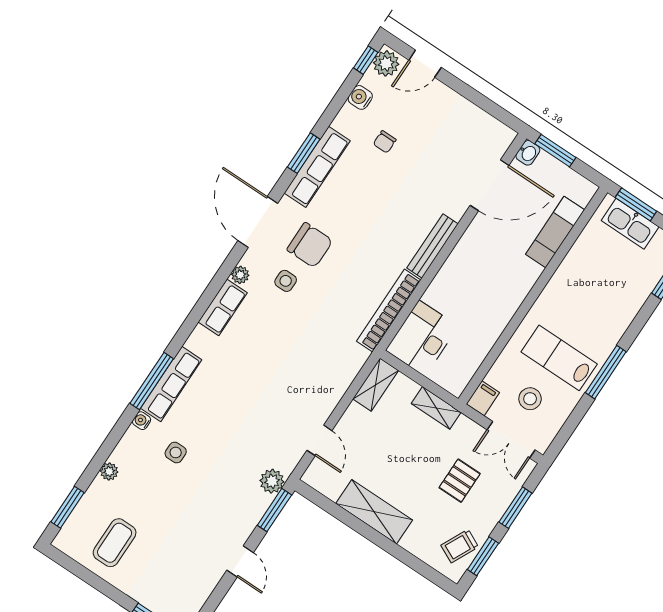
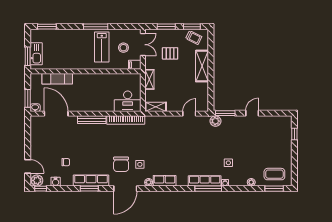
chair: (310, 245) -> (121, 164), turned 180
shelving: (374, 512) -> (202, 66), moved
coffee table: (115, 543) -> (274, 174), moved

